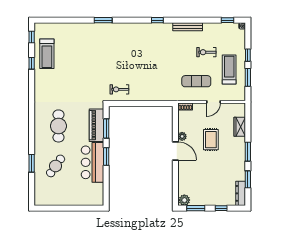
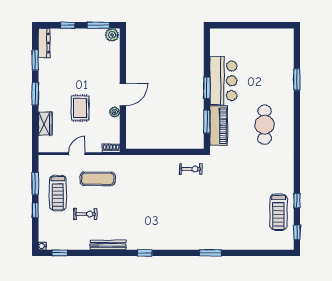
treadmill: (47, 54) -> (278, 212), turned 180
door: (175, 151) -> (123, 94), swing flipped
cafe table: (56, 166) -> (268, 76), removed

